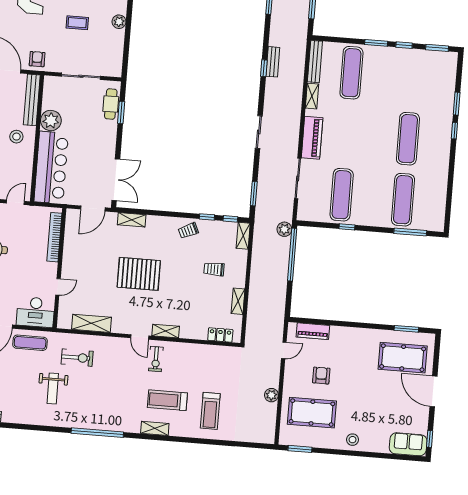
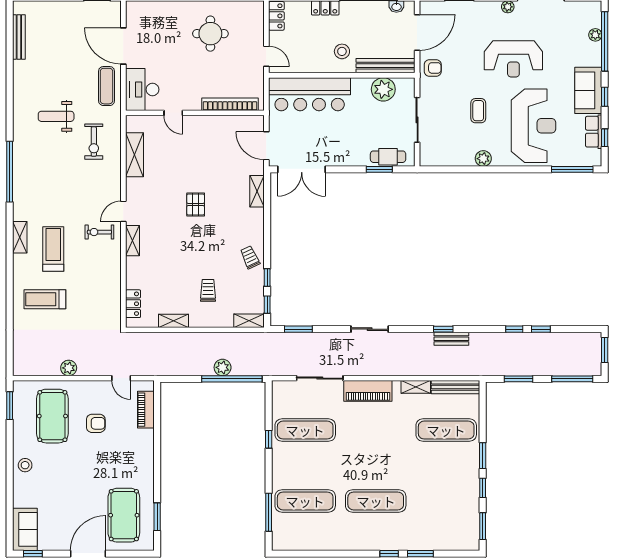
plant: (51, 121) -> (383, 89), moved
plant: (284, 229) -> (223, 367), moved
pallet: (139, 274) -> (196, 204), width x0.49, depth x0.50

